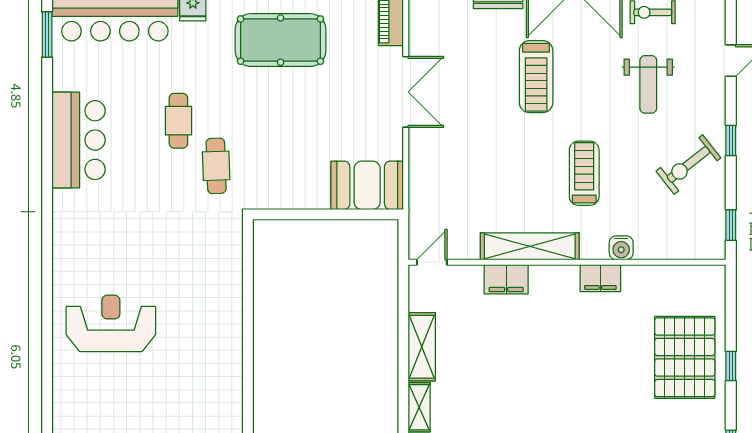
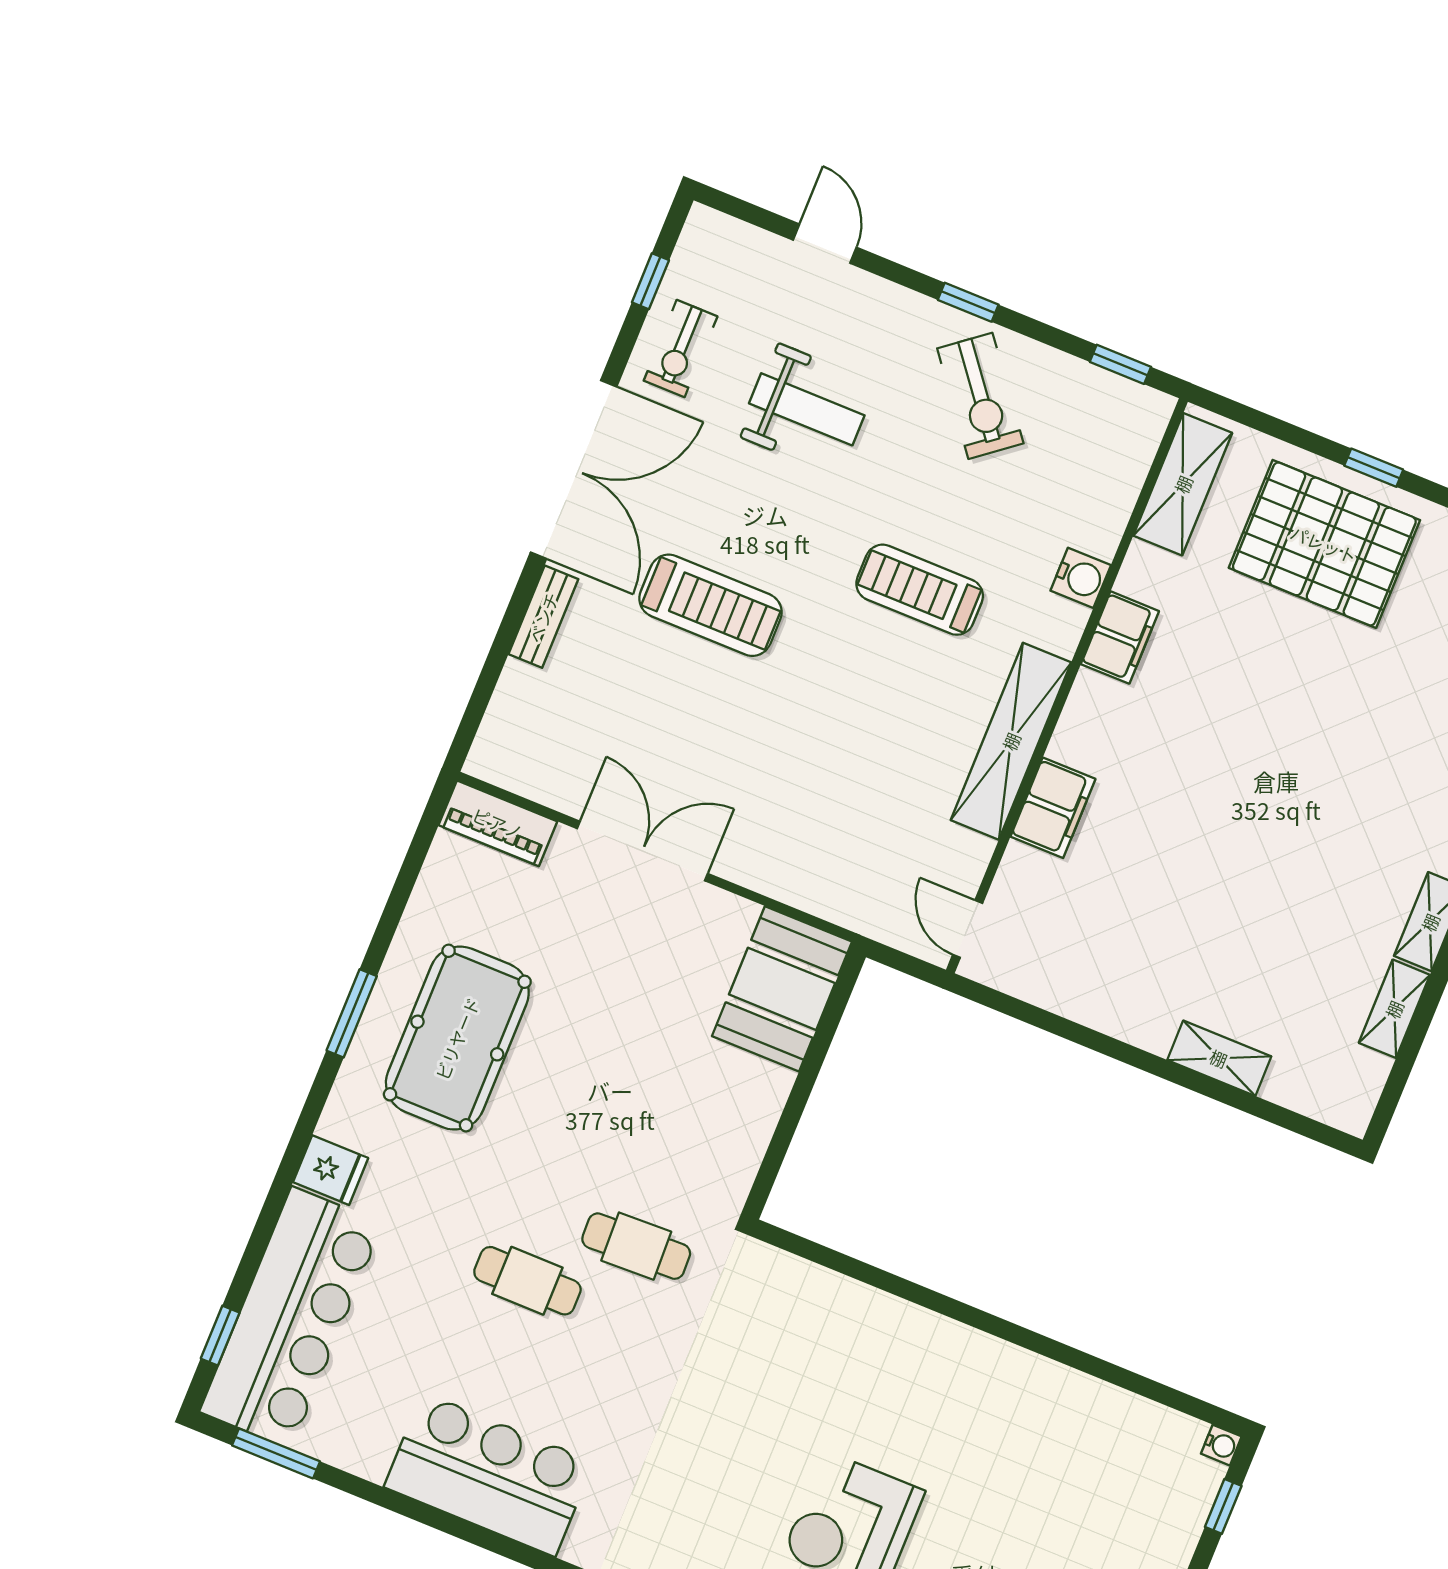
shelving: (422, 347) -> (1183, 484), moved, turned 90

